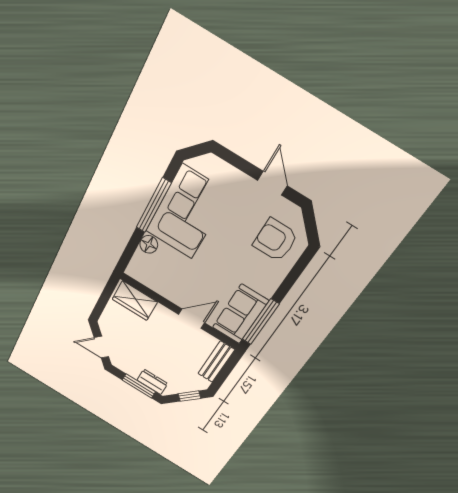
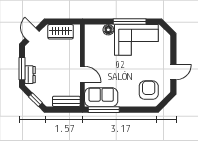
wardrobe: (135, 301) -> (61, 32), moved, turned -90

